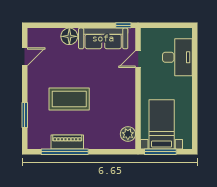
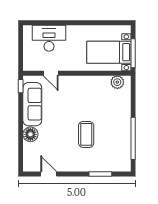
coffee table: (69, 99) -> (86, 134), width x0.73, depth x0.76
piano: (67, 142) -> (124, 136), removed

